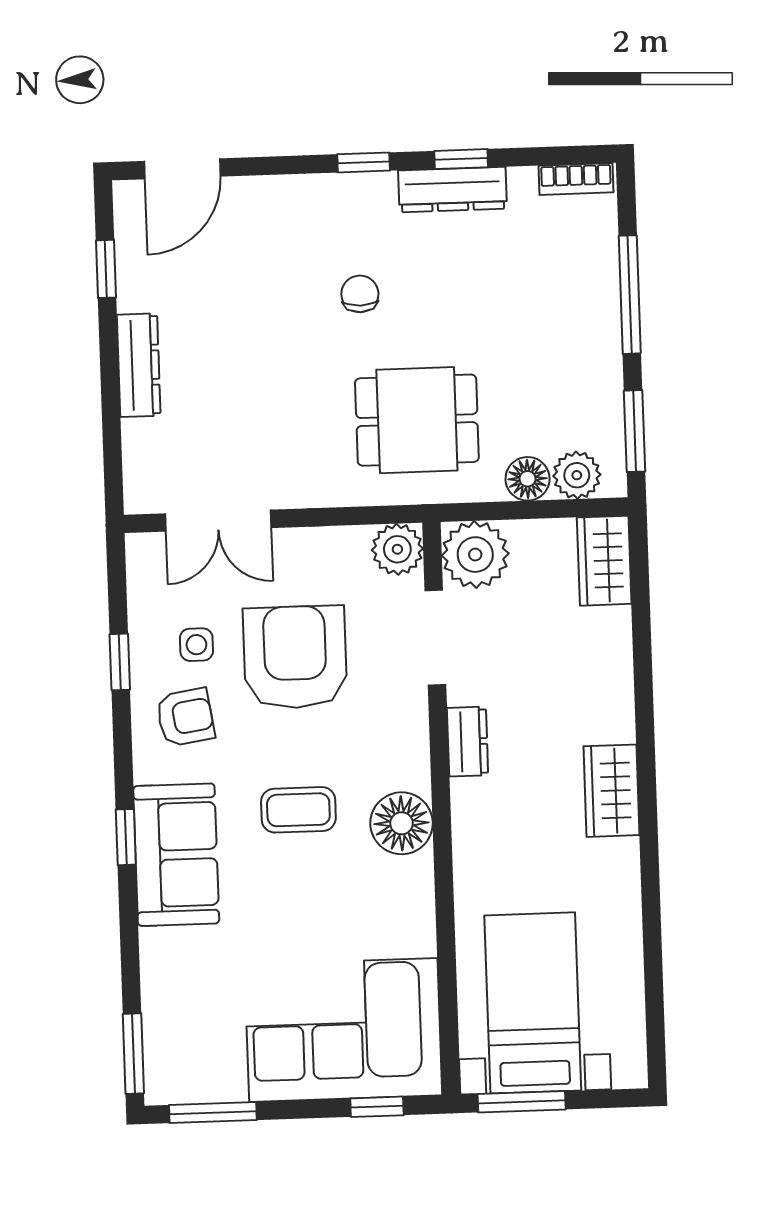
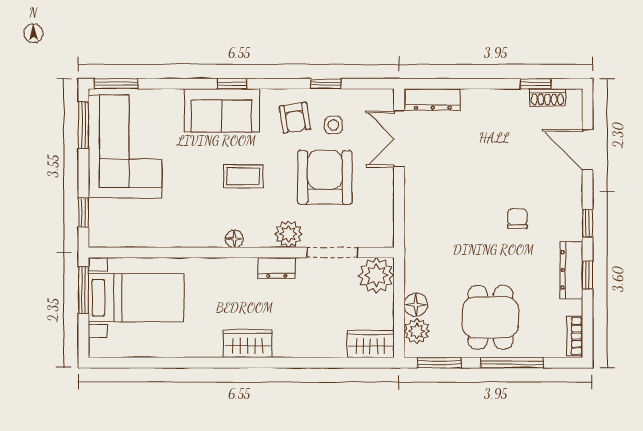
door: (182, 169) -> (588, 150), moved
shoe rack: (131, 246) -> (547, 97), added
chair: (360, 294) -> (517, 219), turned -90
dresser: (139, 365) -> (433, 99), moved
dining table: (417, 420) -> (491, 317), moved
plant: (397, 549) -> (289, 234), moved
armchair: (295, 657) -> (325, 177), turned -90
coffee table: (298, 810) -> (243, 176), turned 90
floor lamp: (402, 823) -> (234, 239), width x0.53, depth x0.53
corner sofa: (343, 1030) -> (125, 147), moved

